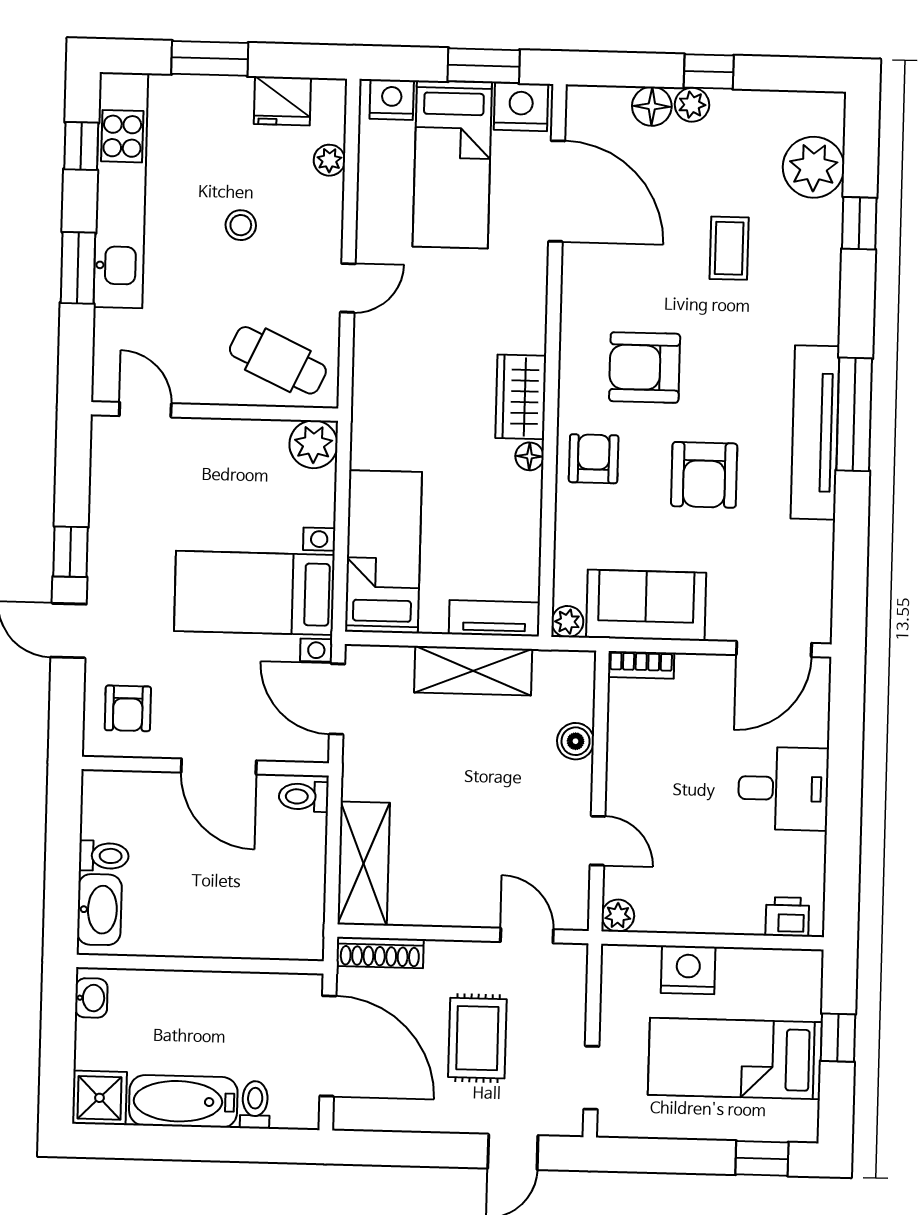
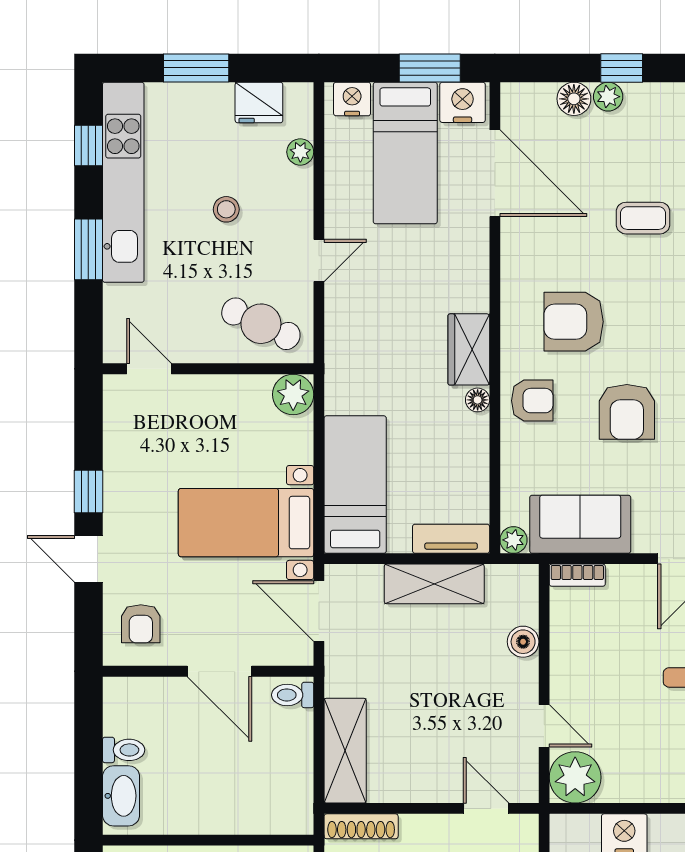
coffee table: (729, 248) -> (643, 218), turned 90
armchair: (594, 459) -> (532, 401), turned 90
plant: (618, 916) -> (575, 777), width x1.88, depth x1.88

